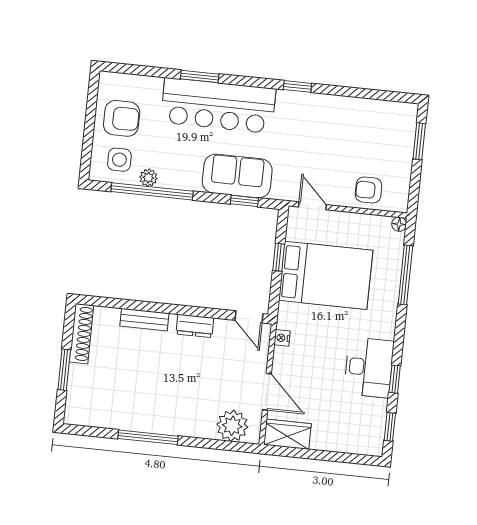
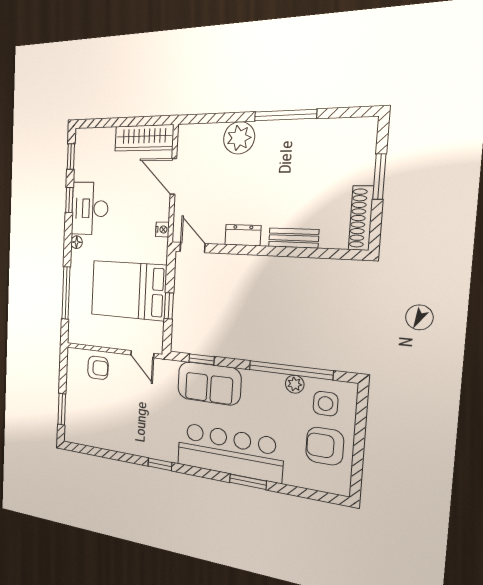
floor lamp: (399, 224) -> (77, 242), moved
plant: (232, 426) -> (239, 138), moved
wardrobe: (287, 434) -> (144, 138), width x1.50

